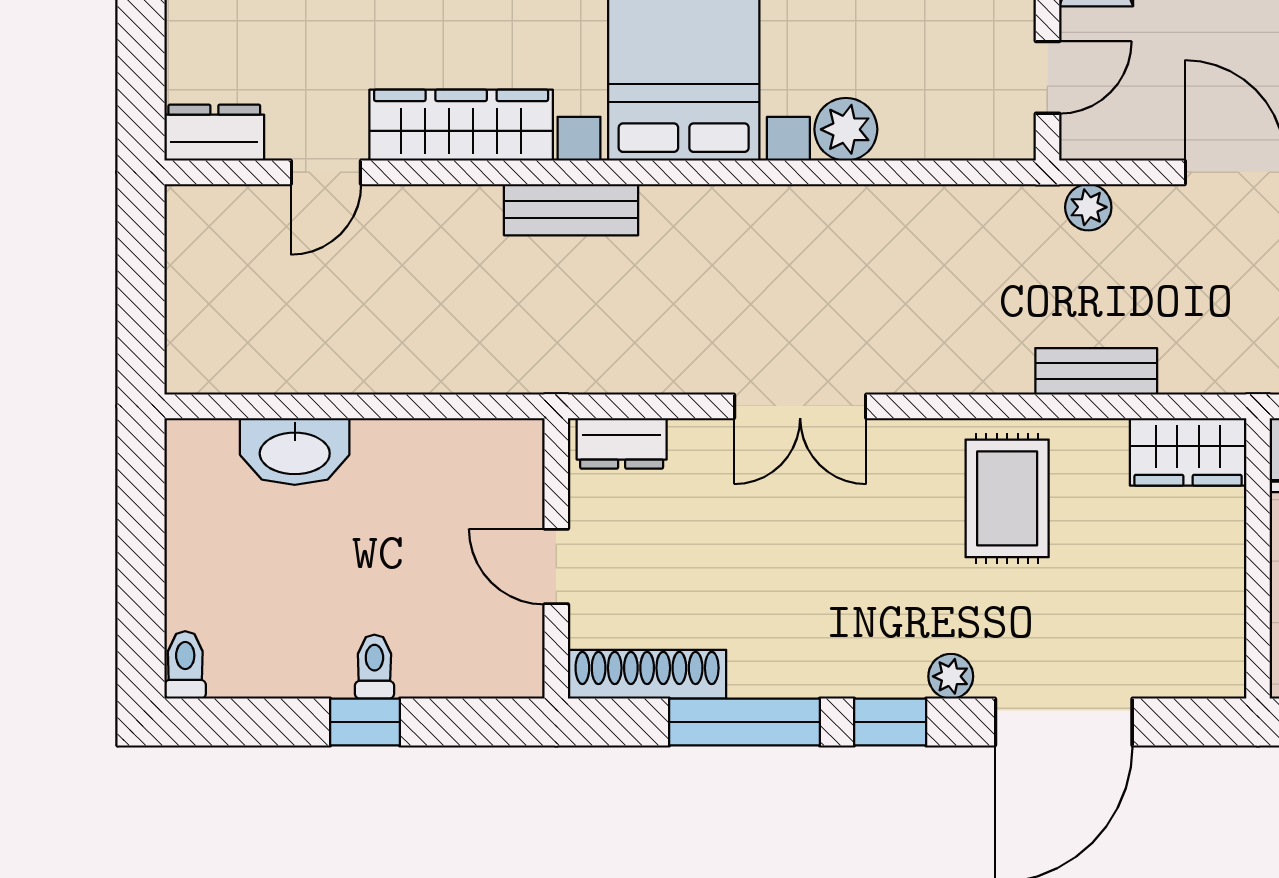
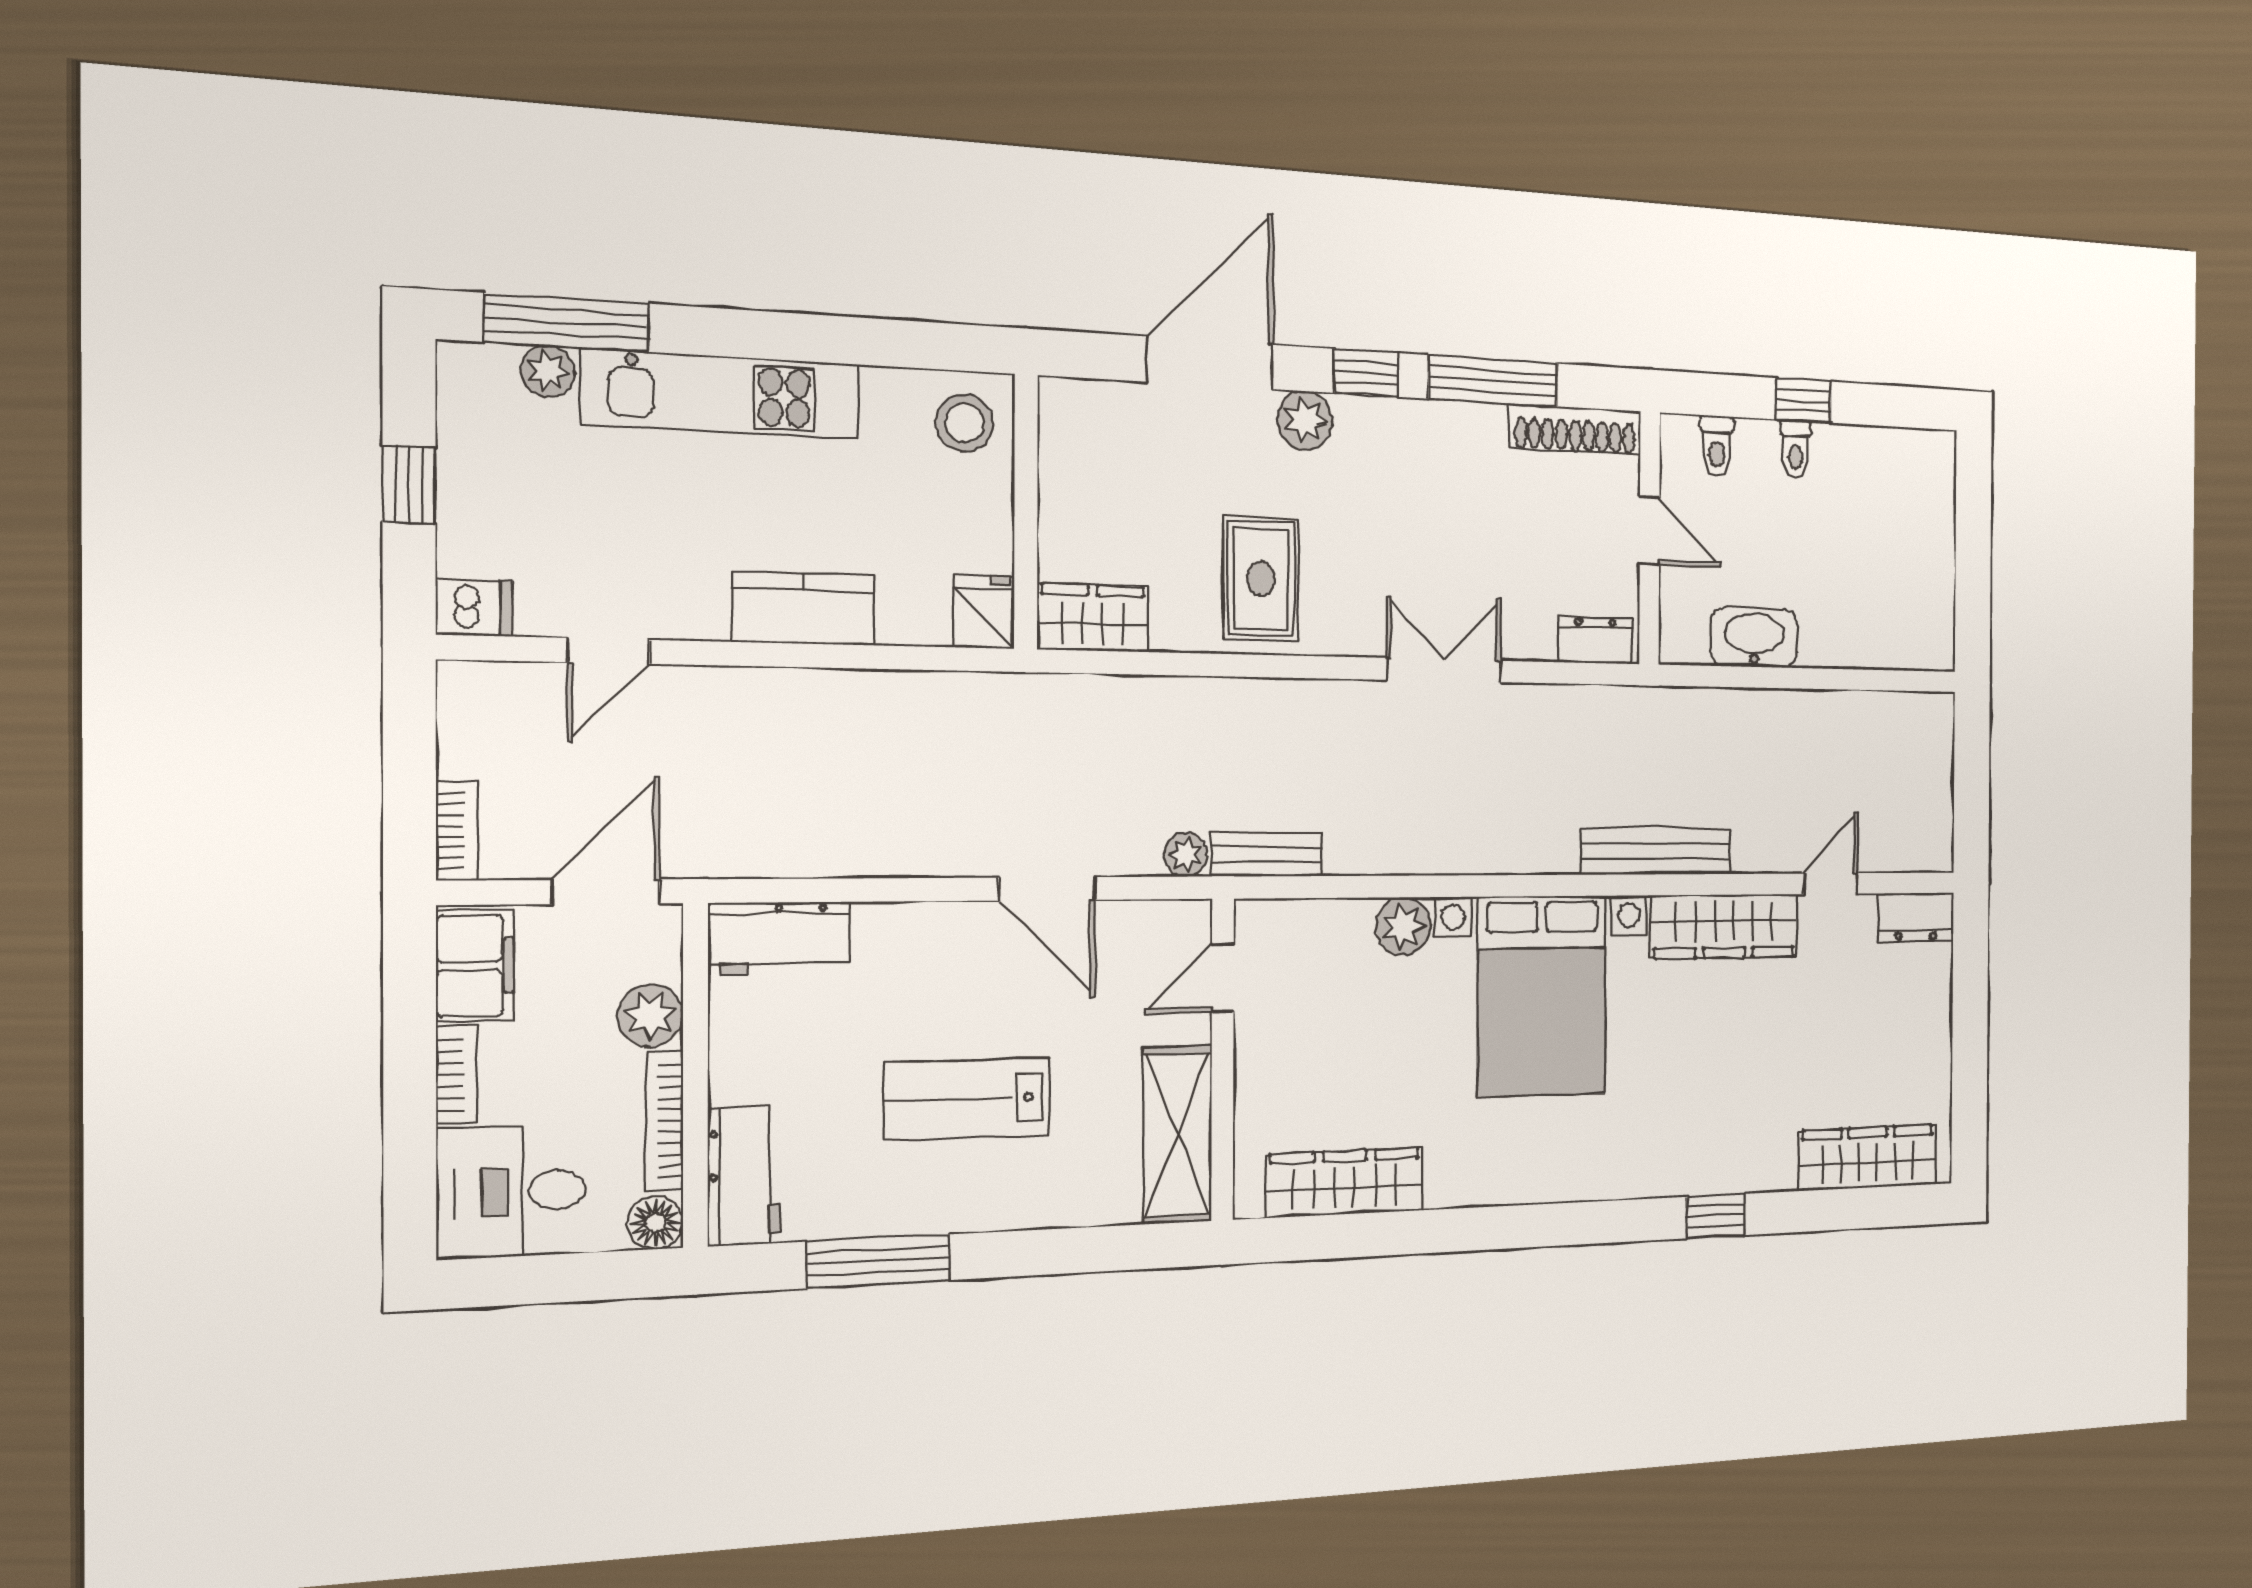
bench: (571, 210) -> (1656, 851), width x1.36
bench: (1096, 371) -> (1267, 854), moved
washbasin: (295, 451) -> (1754, 637), moved
toilet: (185, 665) -> (1717, 446), moved
plant: (951, 676) -> (1305, 420), width x1.38, depth x1.38

